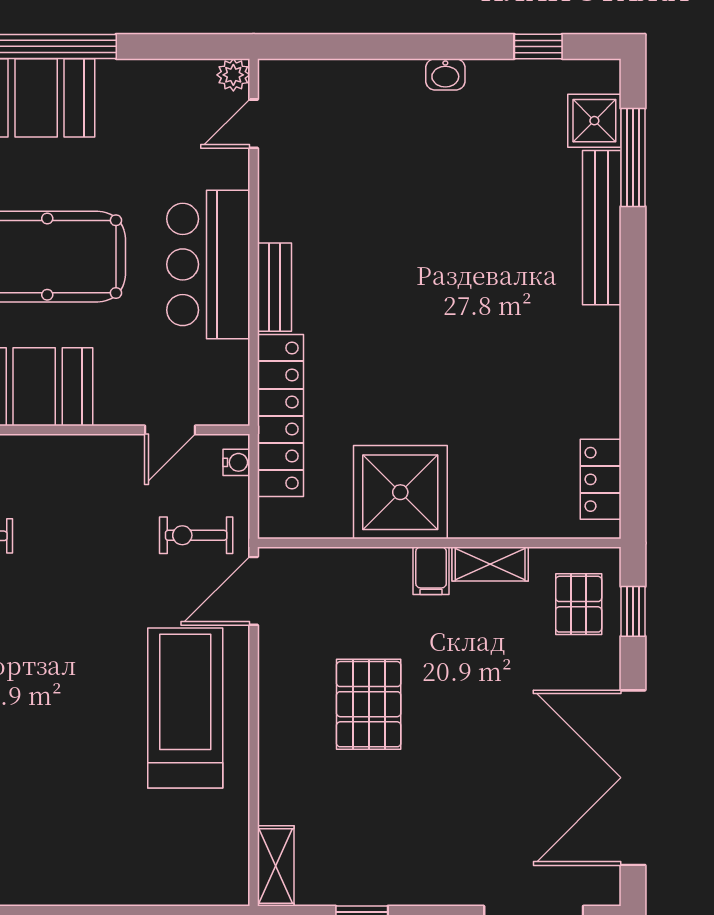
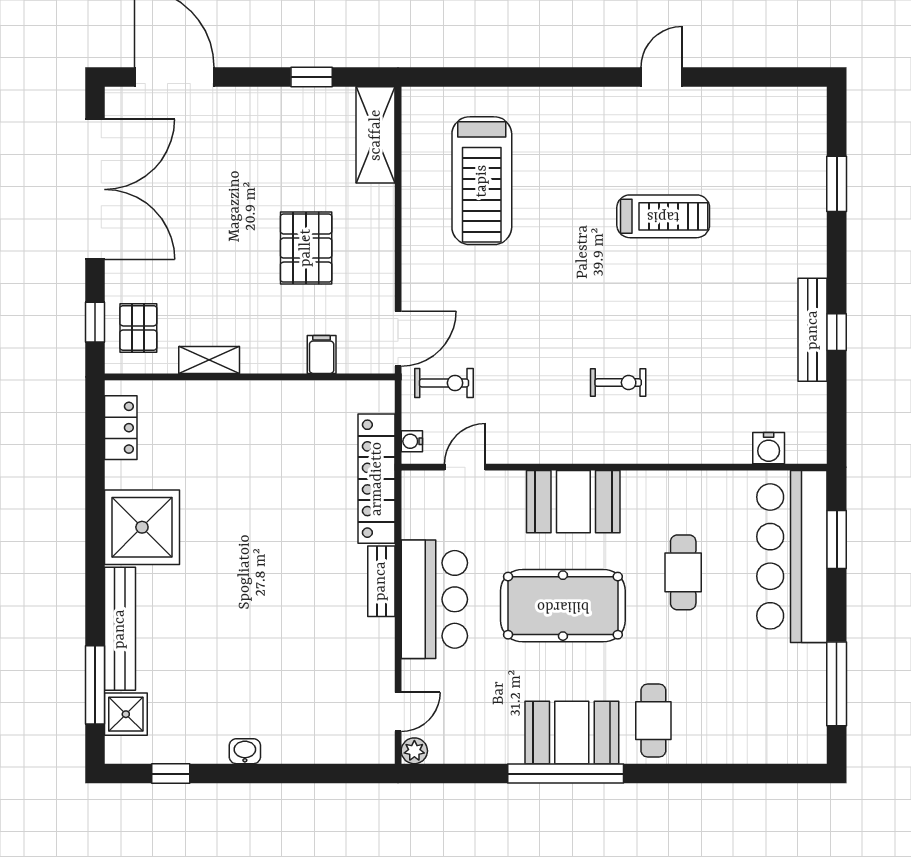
shower: (400, 492) -> (142, 527), moved
filing cabinet: (431, 571) -> (322, 355), moved
treadmill: (185, 708) -> (482, 181), moved
shelving: (276, 866) -> (376, 135), width x1.50, depth x1.33

